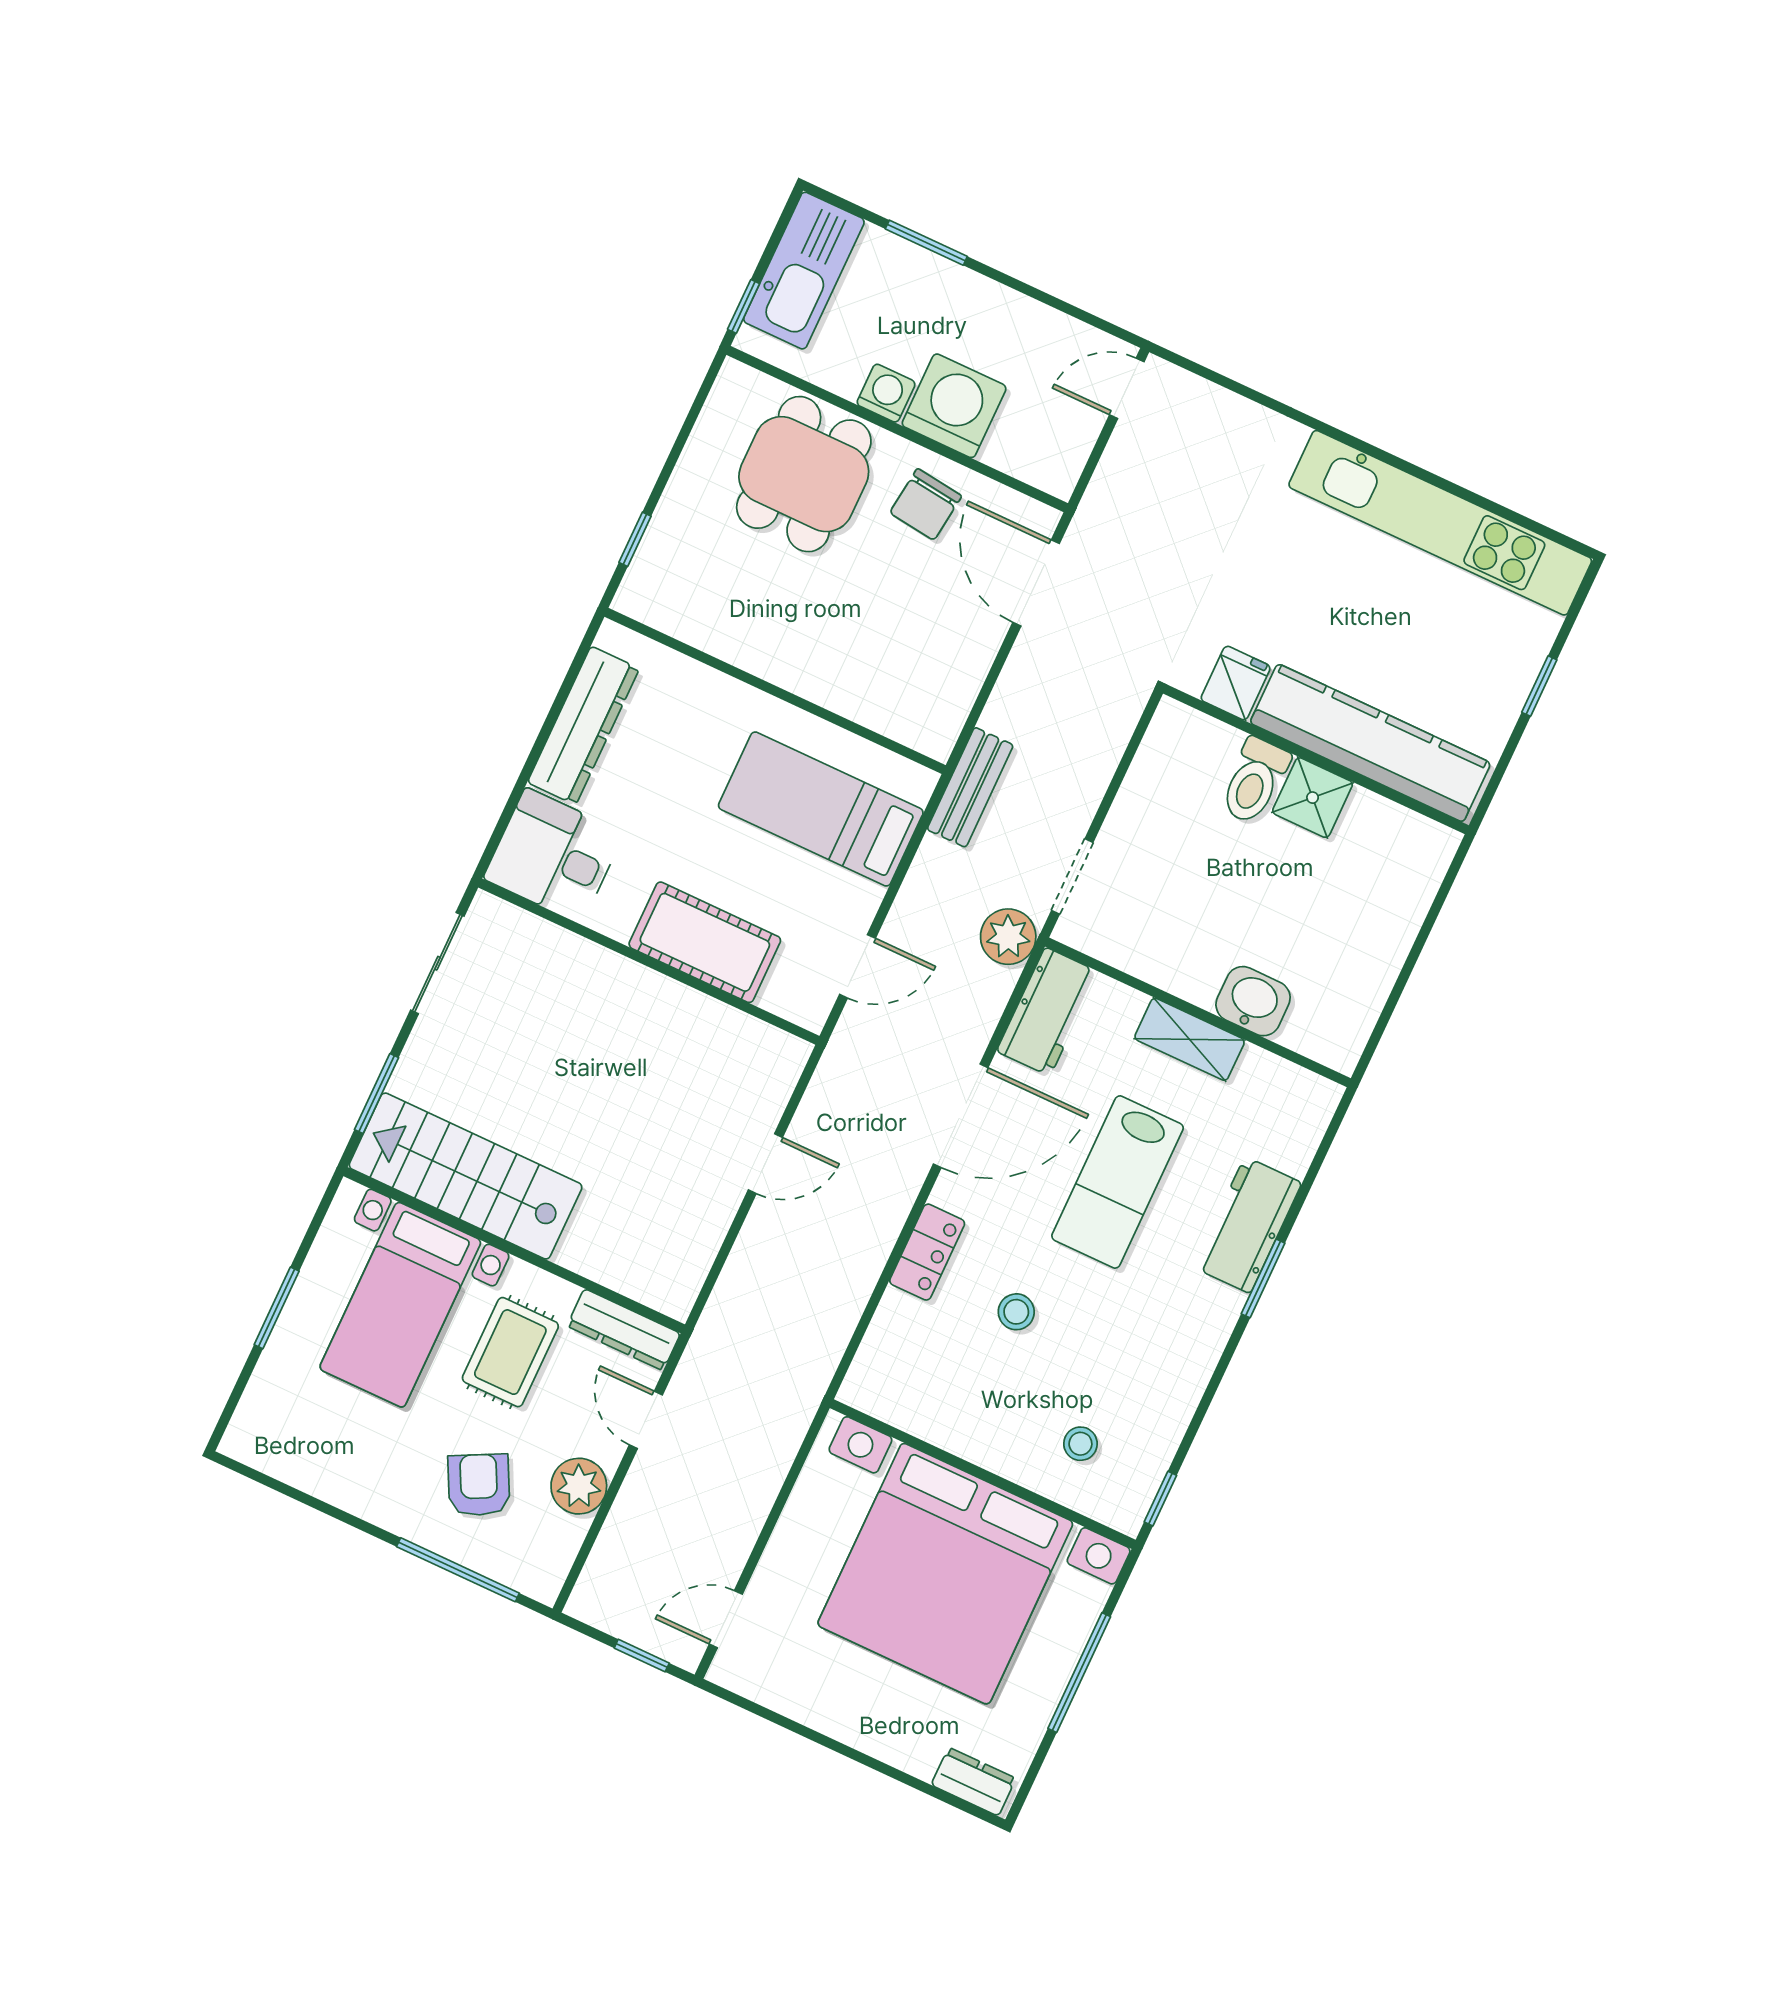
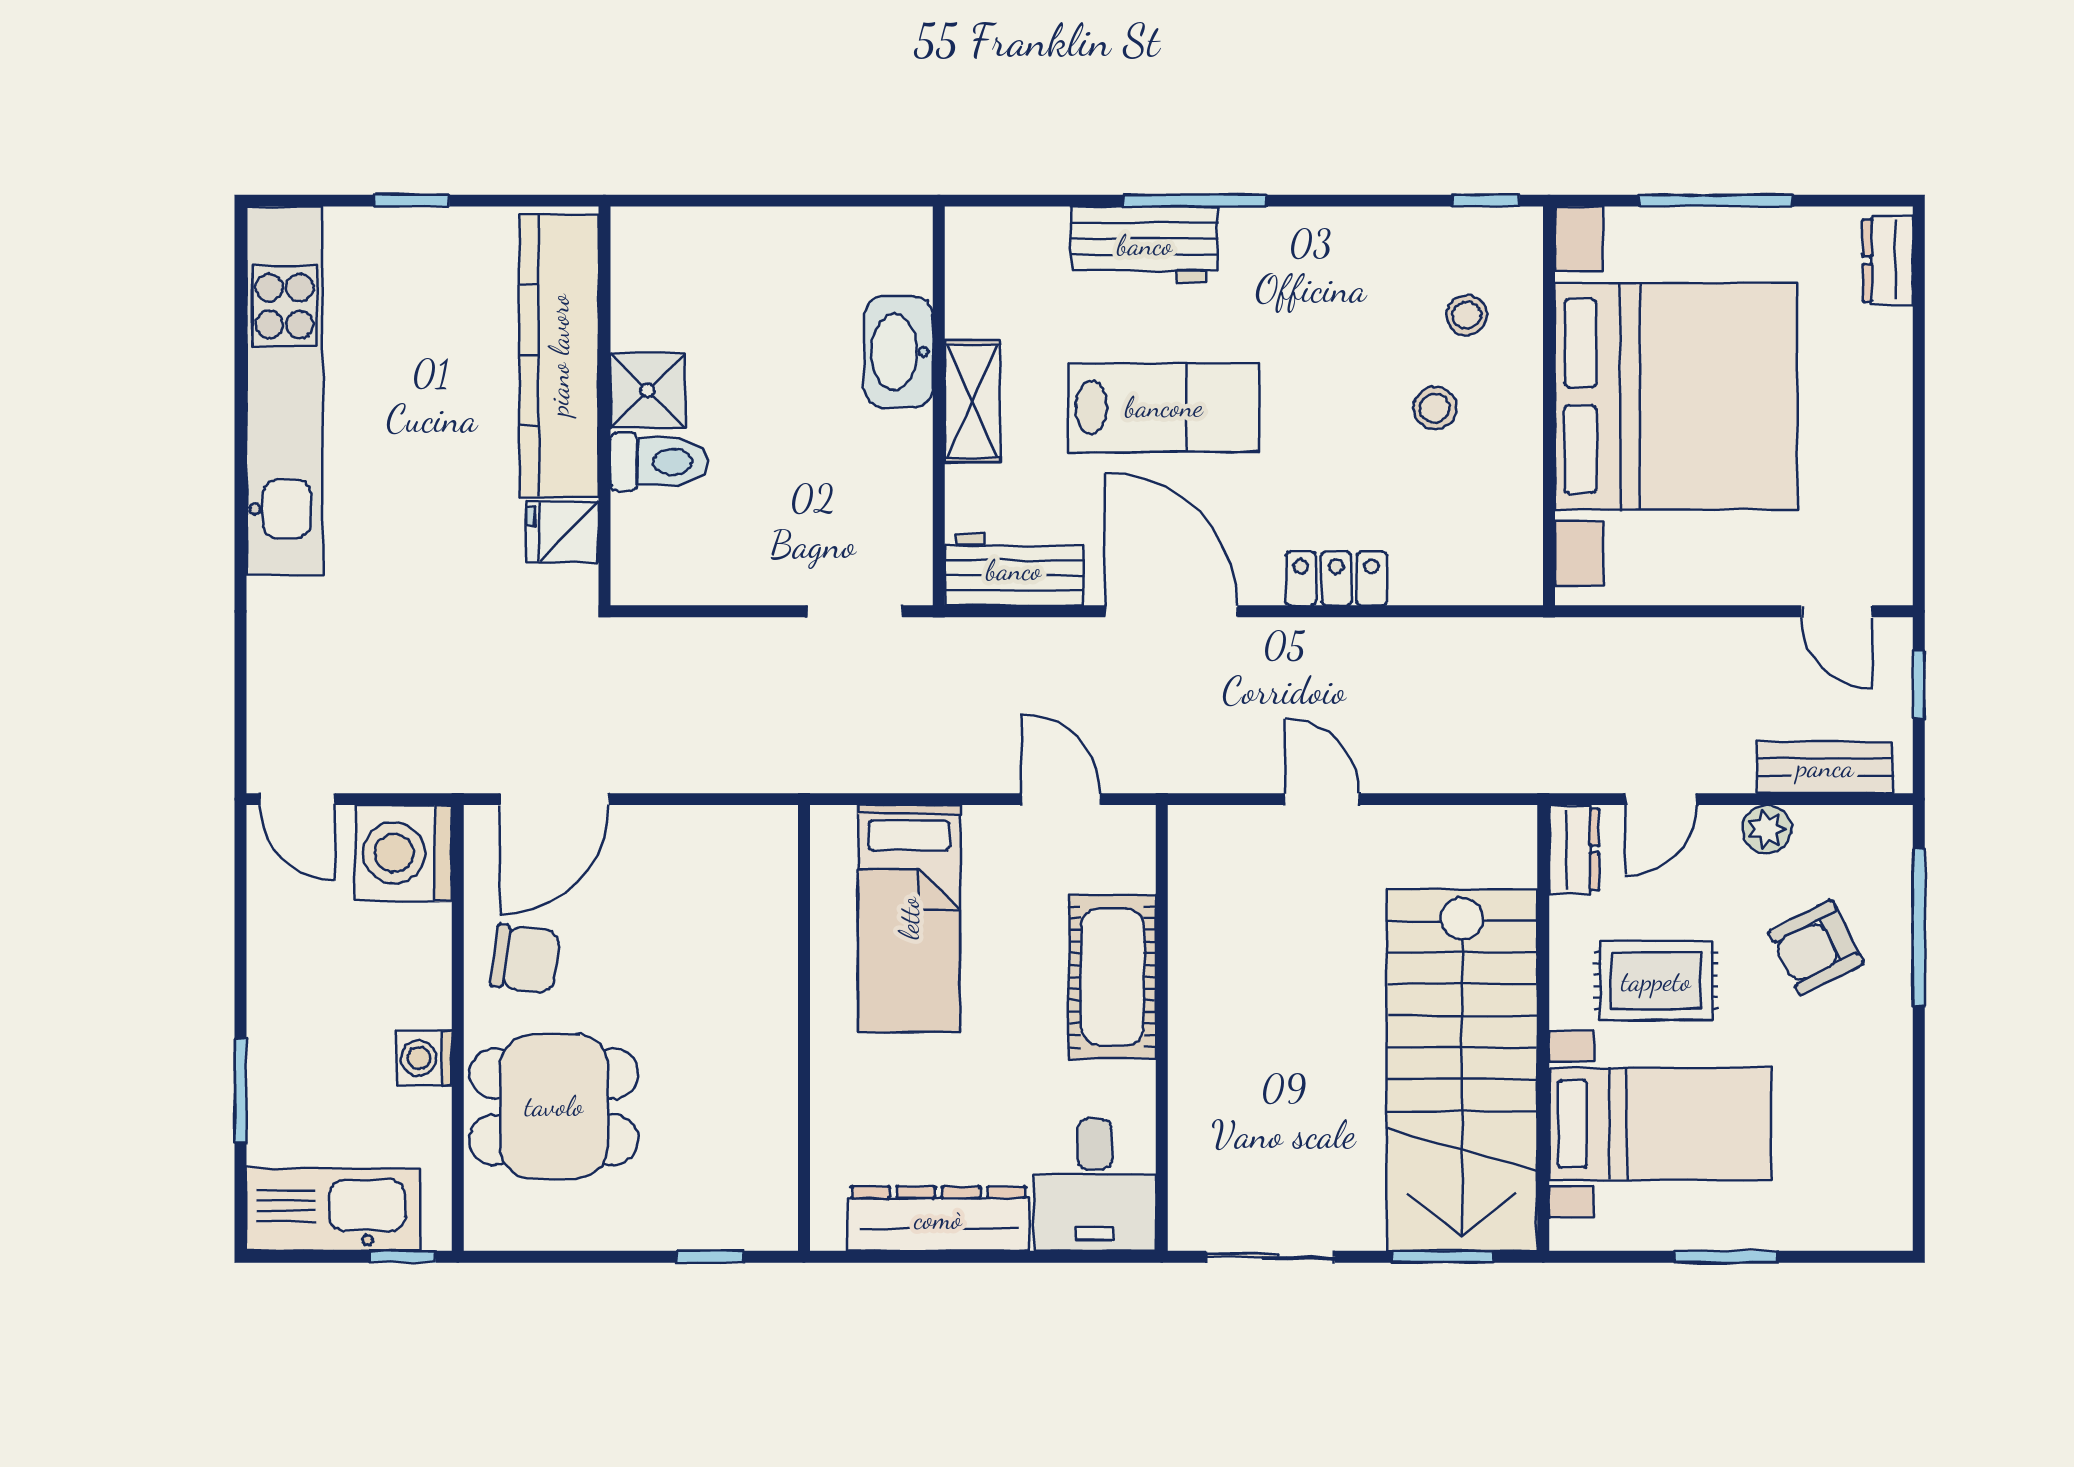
washing machine: (954, 406) -> (404, 853), moved
bench: (970, 787) -> (1825, 767), moved
plant: (1008, 937) -> (953, 650), removed
washbasin: (1253, 1001) -> (899, 352), width x1.38
stairs: (466, 1176) -> (1462, 1070), width x1.36, depth x1.51
window: (1263, 1278) -> (1195, 201), width x1.44
stool: (1016, 1312) -> (1435, 408), moved
dresser: (624, 1330) -> (1574, 849), width x0.70
plant: (579, 1486) -> (1767, 829), width x0.73, depth x0.73

